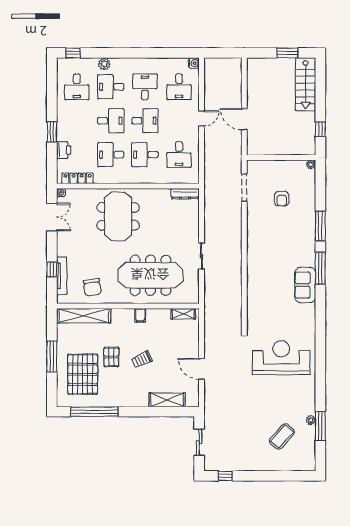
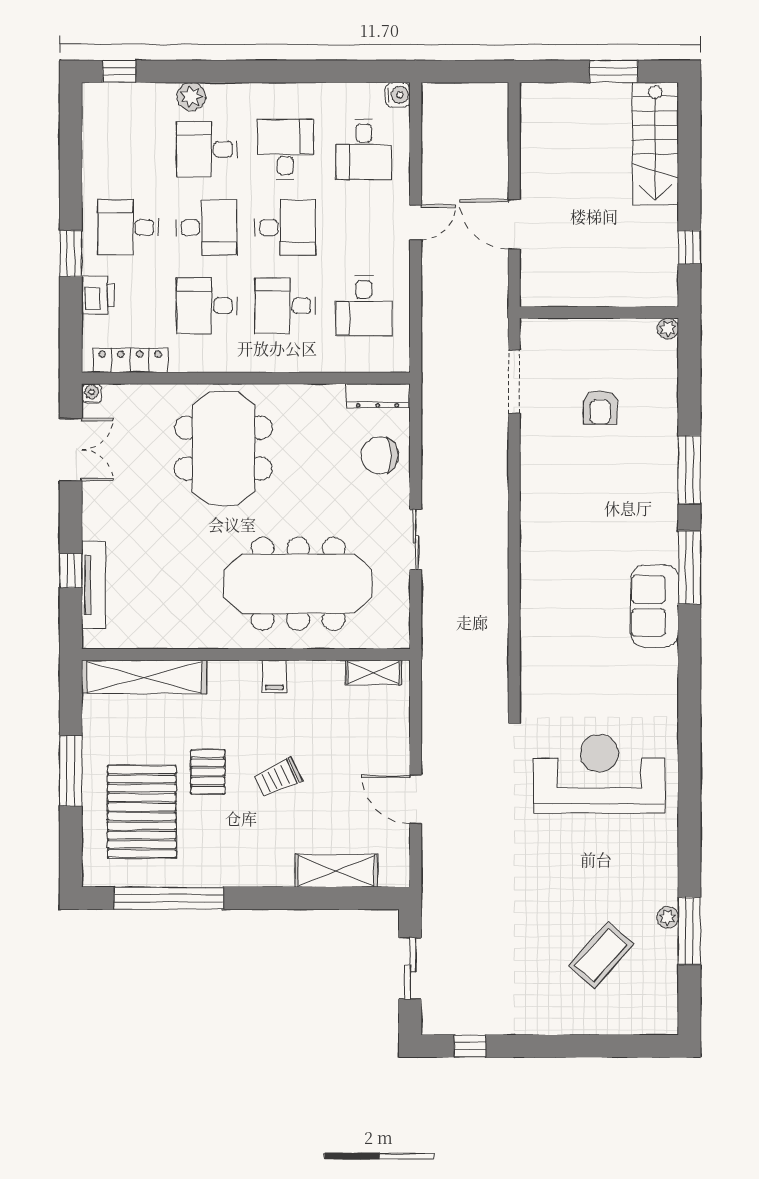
desk: (77, 87) -> (128, 228), moved, turned 90
chair: (92, 287) -> (380, 455), moved, turned 98

